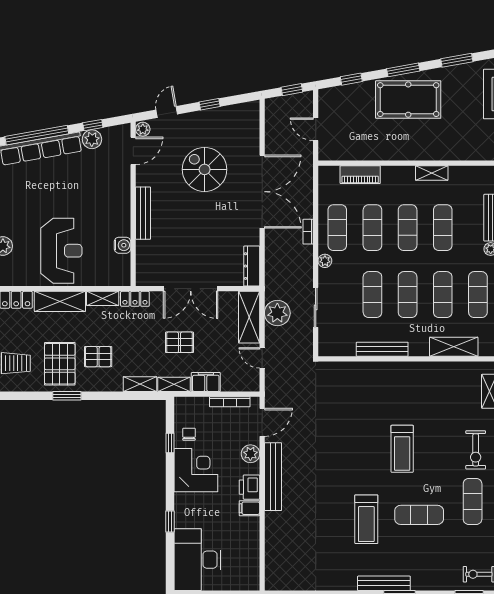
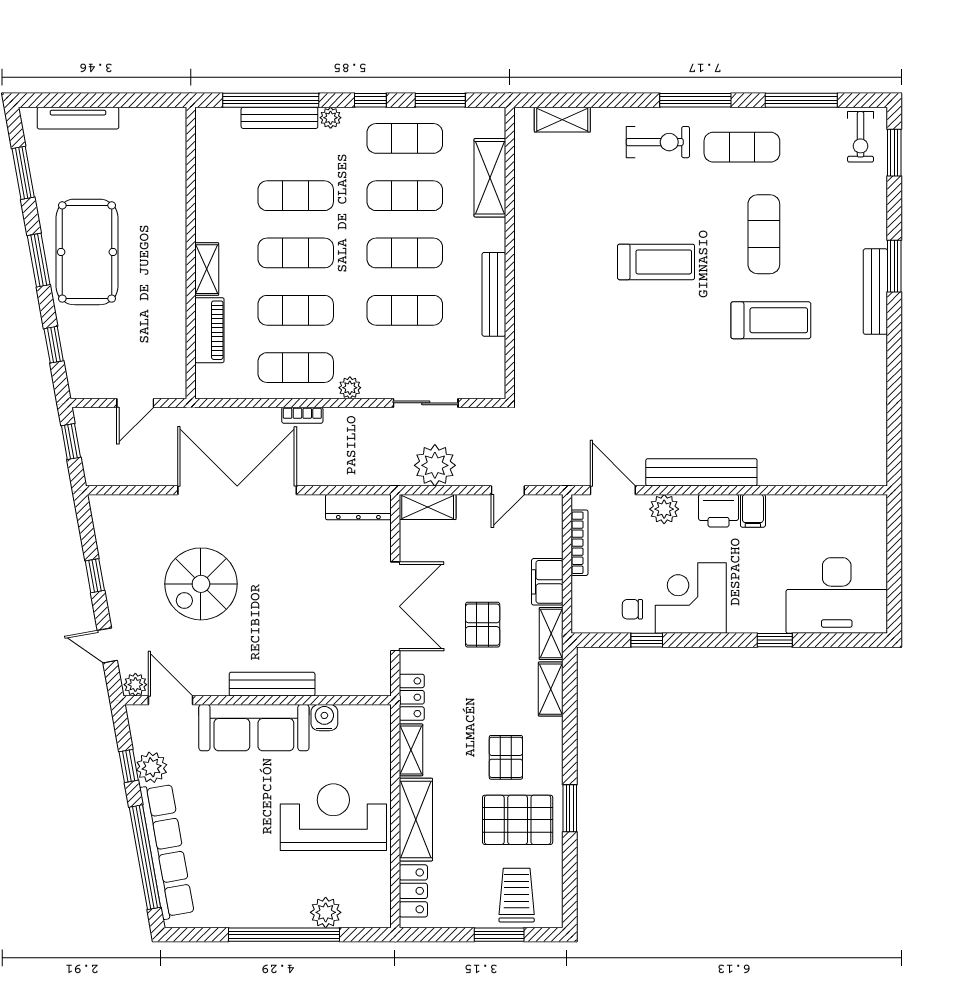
shelving: (432, 173) -> (207, 269), moved
sofa: (116, 202) -> (254, 728), added
shelving: (249, 317) -> (428, 507), width x0.67, depth x0.75

